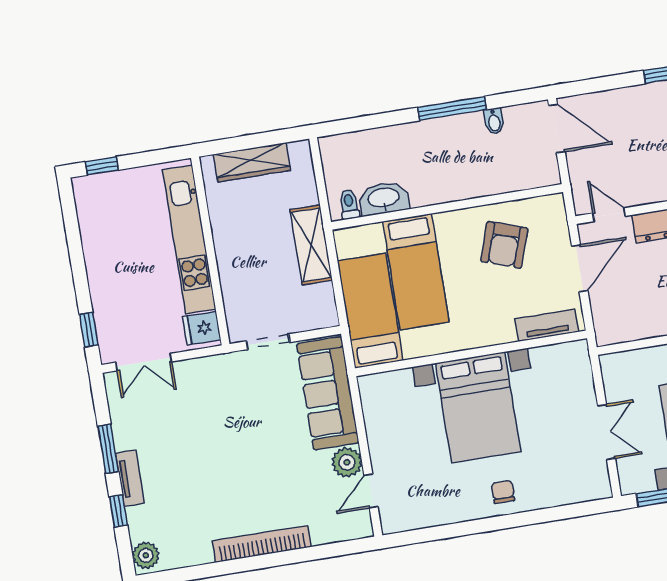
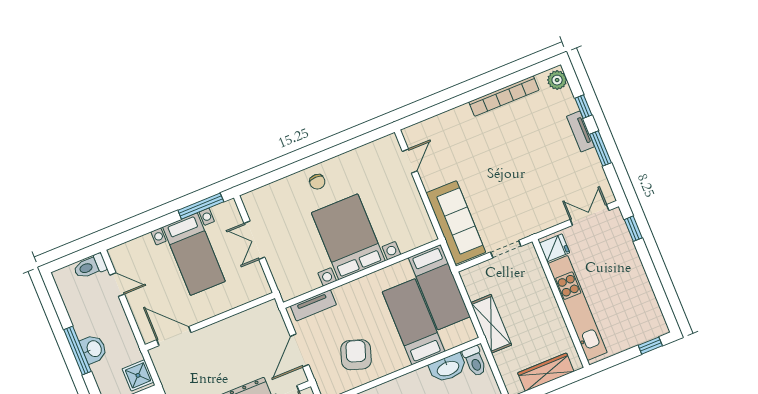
toilet: (349, 204) -> (475, 361), width x1.37, depth x1.39
plant: (347, 462) -> (431, 177), removed
bookcase: (262, 544) -> (504, 96), moved

